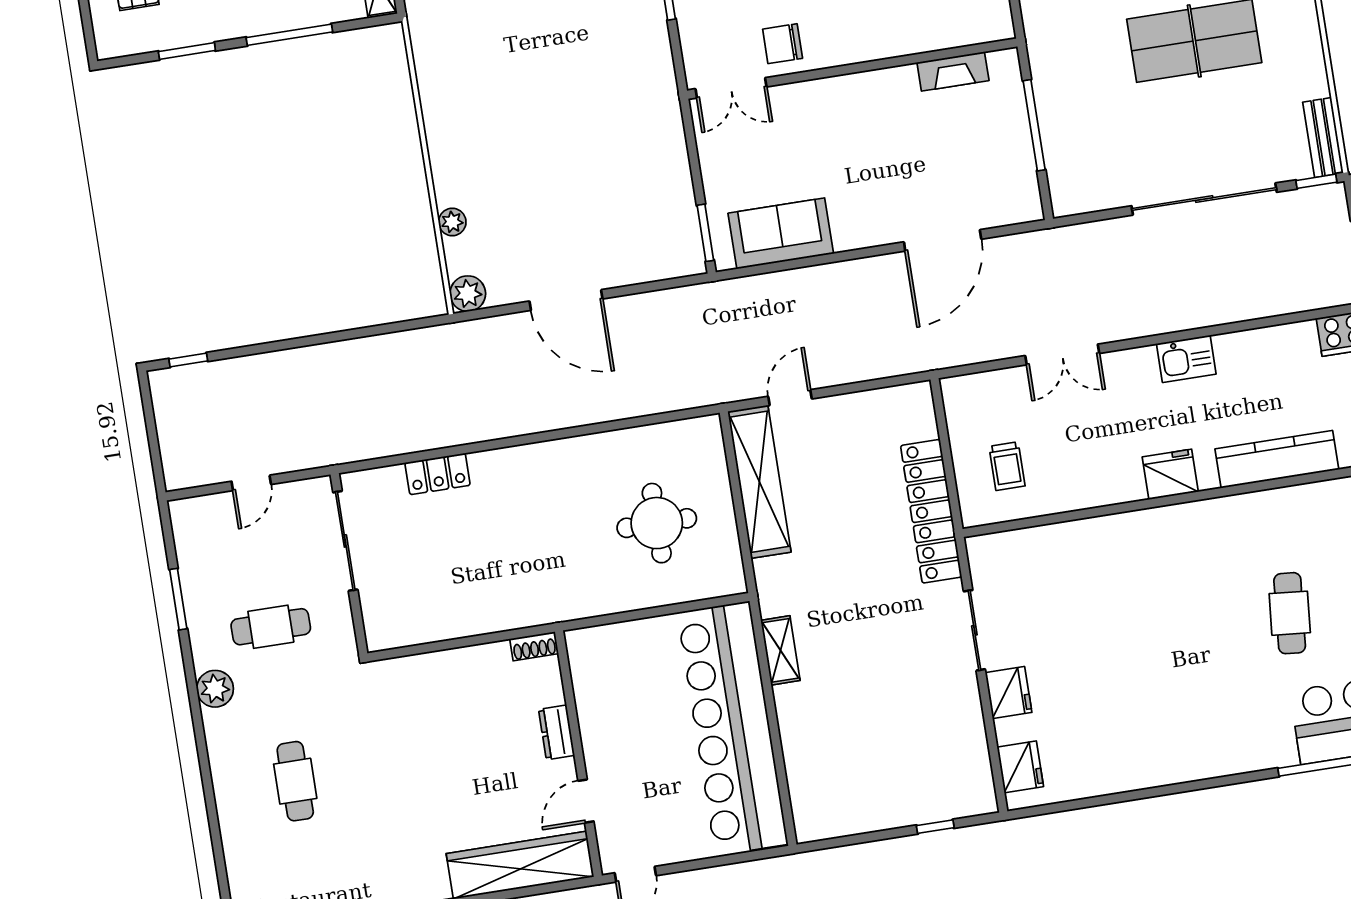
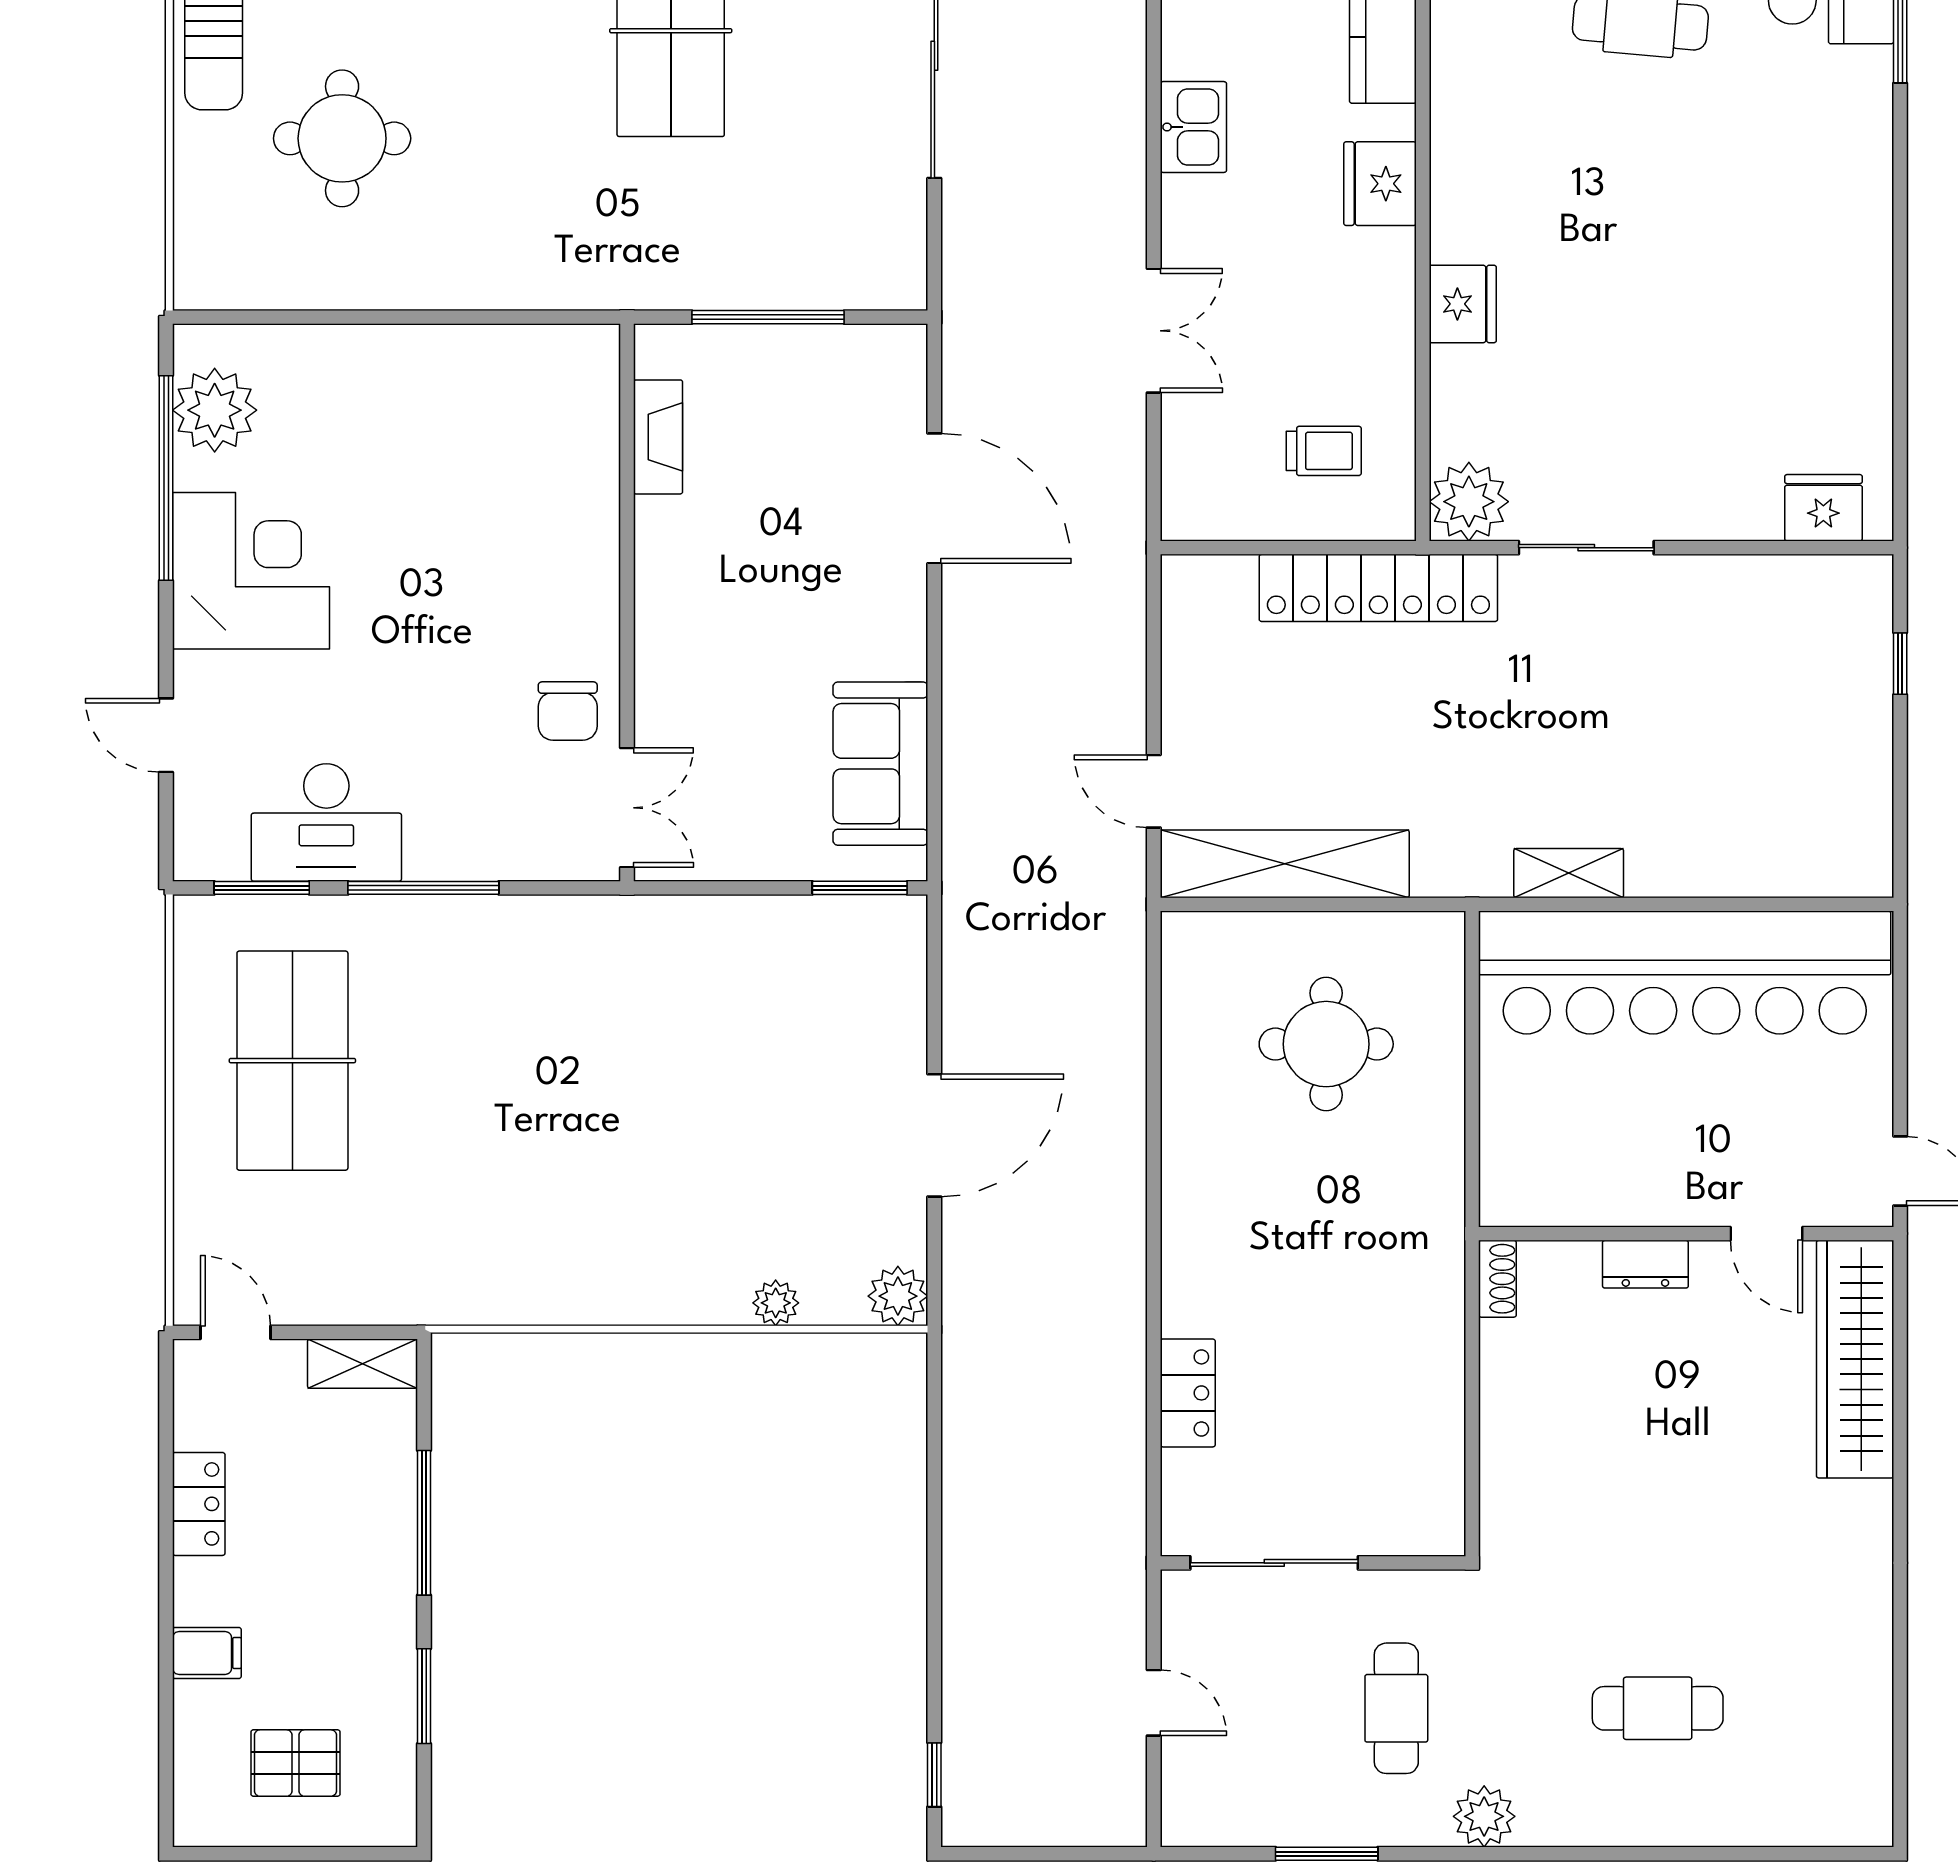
plant: (991, 557) -> (1469, 502), added
fridge: (1009, 693) -> (1463, 304), moved, turned 90

